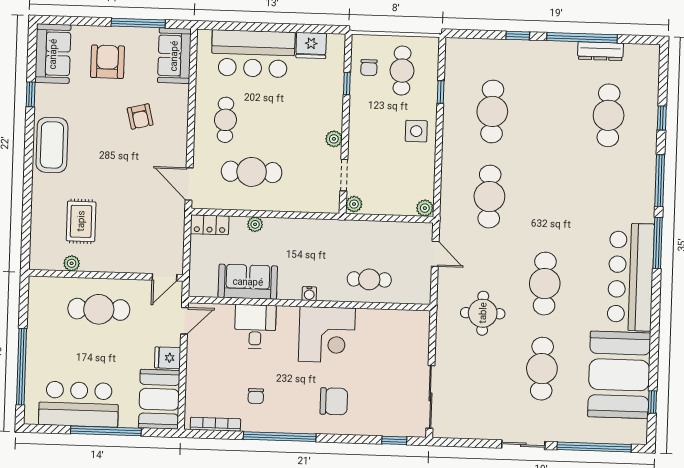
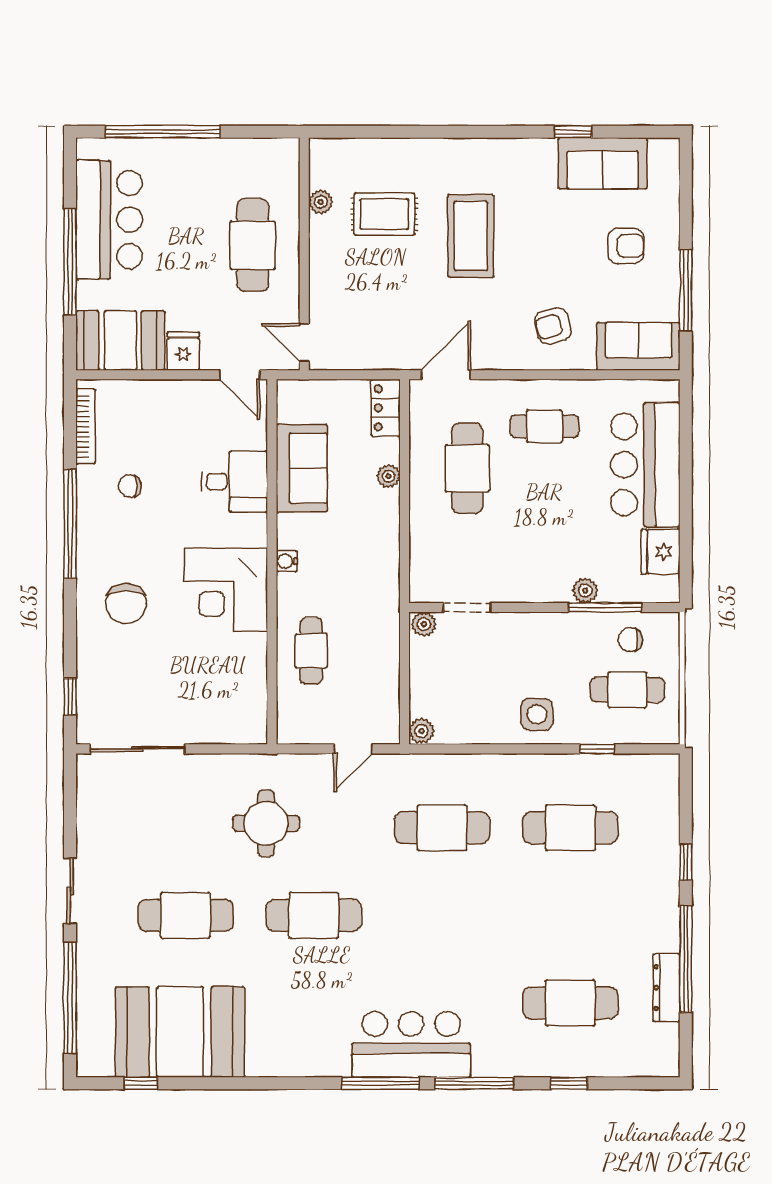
sofa: (53, 54) -> (603, 163), moved
armchair: (107, 62) -> (626, 246), width x0.72, depth x0.72
window: (347, 84) -> (605, 607), width x2.17
armchair: (140, 116) -> (553, 326), moved
plant: (334, 139) -> (585, 591), moved
coffee table: (52, 145) -> (471, 236), moved, turned 90
bar counter: (631, 277) -> (411, 1044), moved, width x0.73

